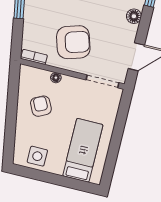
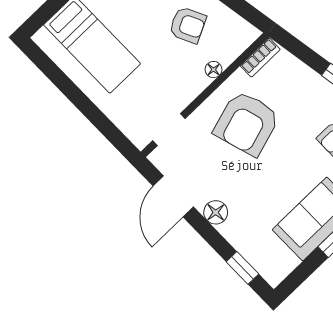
floor lamp: (134, 16) -> (216, 212), moved
doorway: (102, 81) -> (169, 130), width x0.73

